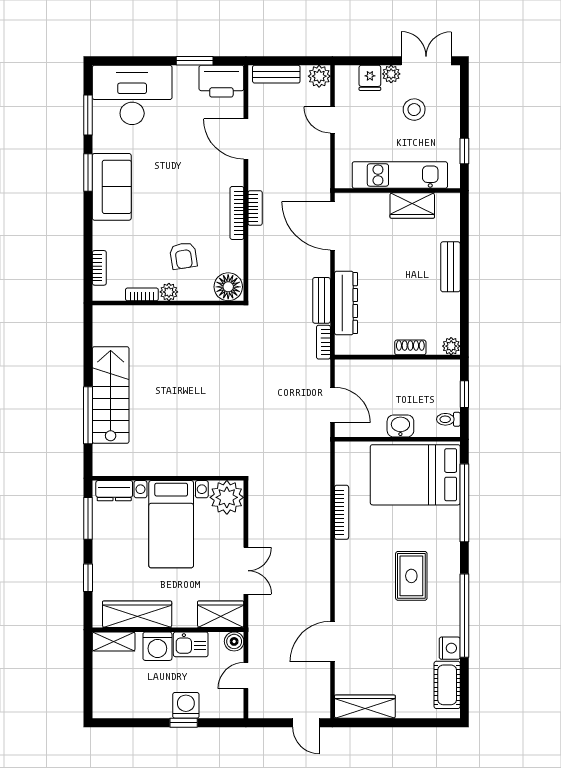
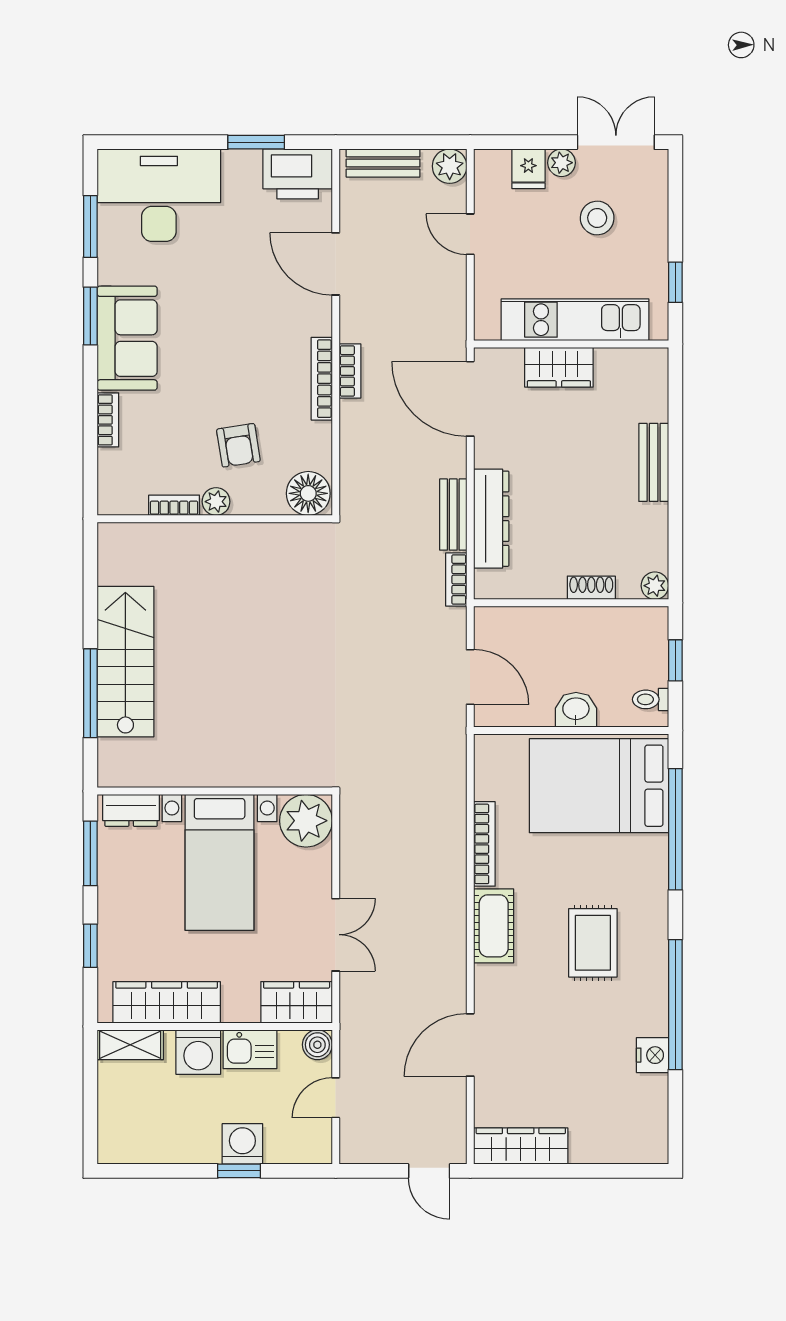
wardrobe: (412, 206) -> (559, 367), moved
bookcase: (99, 268) -> (108, 420), moved
cot: (447, 685) -> (494, 926), moved

